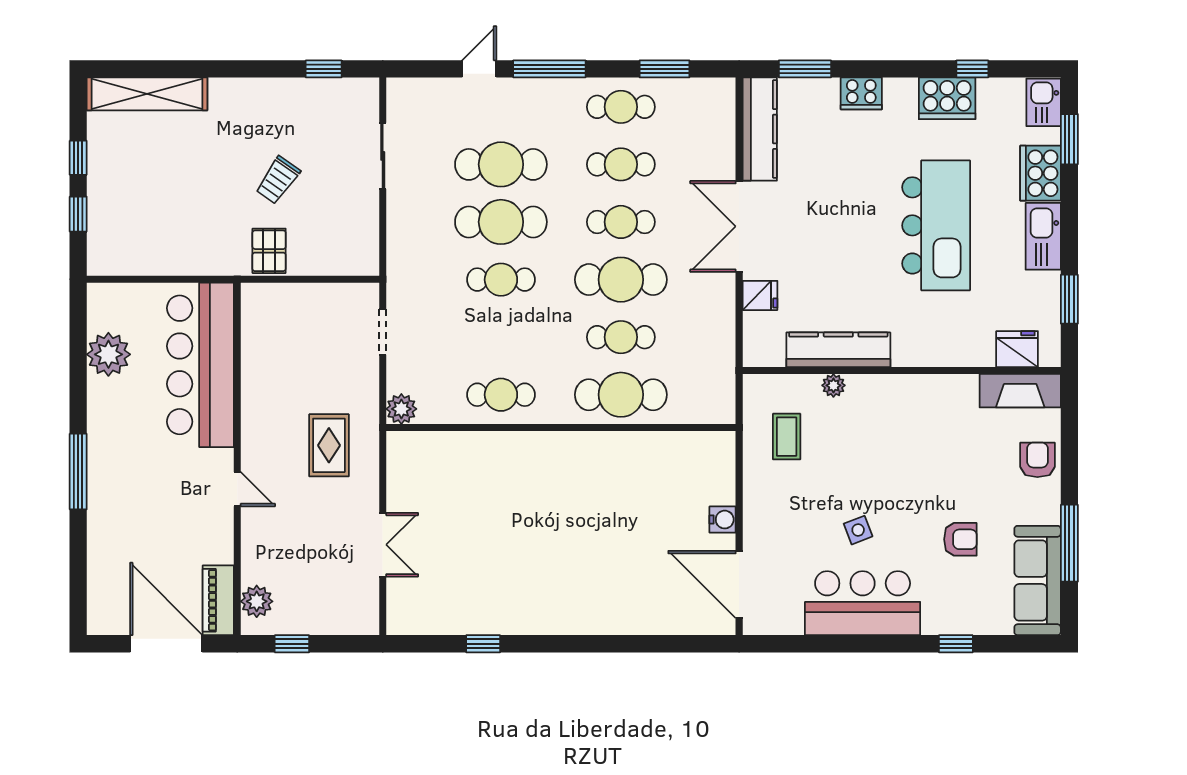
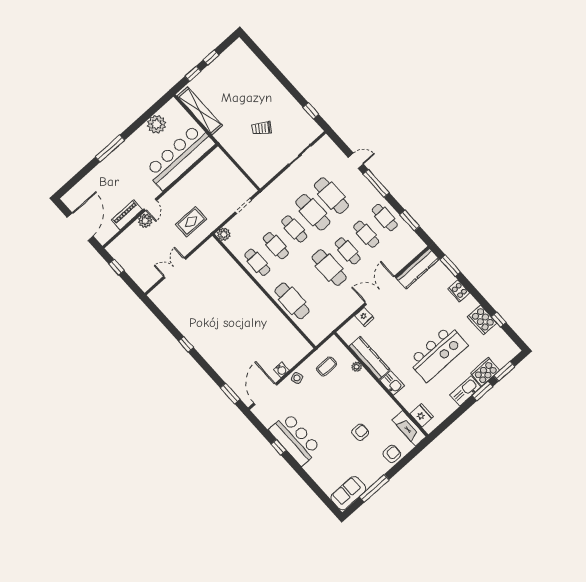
shelving: (147, 94) -> (200, 111), moved
kitchen sink: (1044, 102) -> (392, 383), moved, turned 90
pallet: (269, 251) -> (236, 146), removed
window: (1069, 299) -> (482, 391), moved
cafe table: (621, 337) -> (276, 246), moved
side table: (858, 530) -> (297, 378), moved
armchair: (960, 539) -> (360, 432), moved, turned -90
double door: (383, 545) -> (175, 268), swing flipped
sofa: (1038, 580) -> (348, 493), width x0.73
piano: (218, 600) -> (127, 215), moved
plant: (257, 601) -> (145, 221), moved
window: (483, 644) -> (186, 344), moved
window: (684, 644) -> (230, 393), added
window: (956, 644) -> (279, 447), moved

